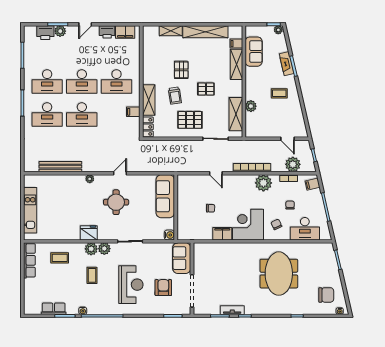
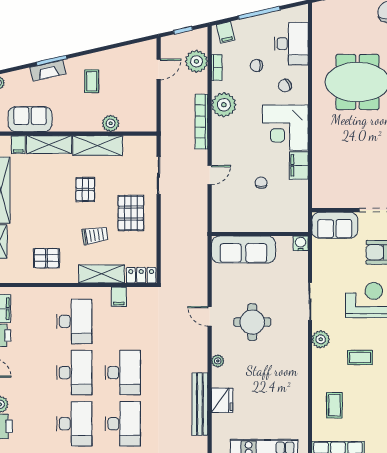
pallet: (181, 70) -> (46, 258), moved
shelving: (236, 114) -> (98, 145), moved
fridge: (89, 233) -> (222, 400), moved, turned 180
plant: (91, 249) -> (321, 359), removed

